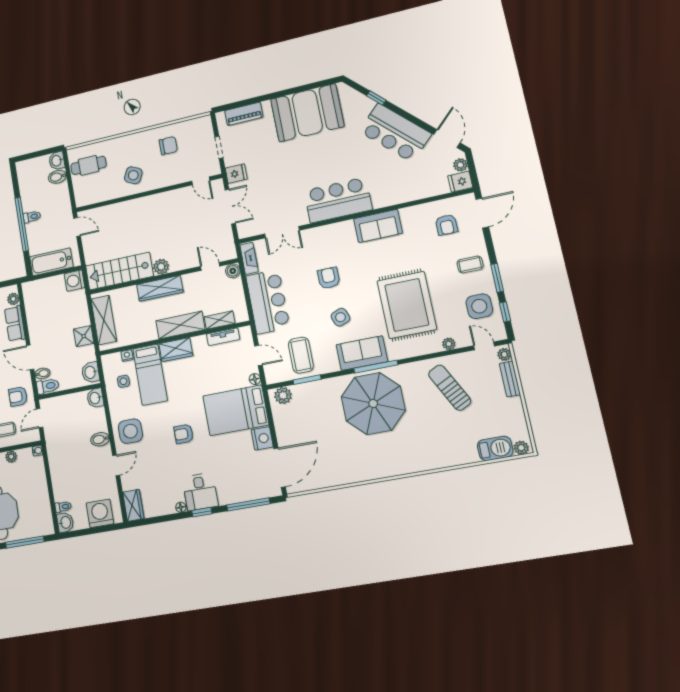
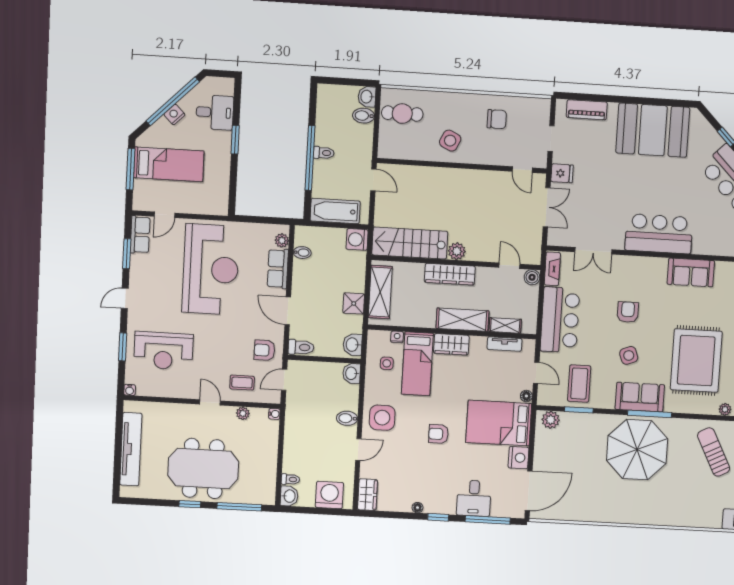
bidet: (42, 373) -> (302, 253), moved
desk: (200, 492) -> (474, 498), moved

